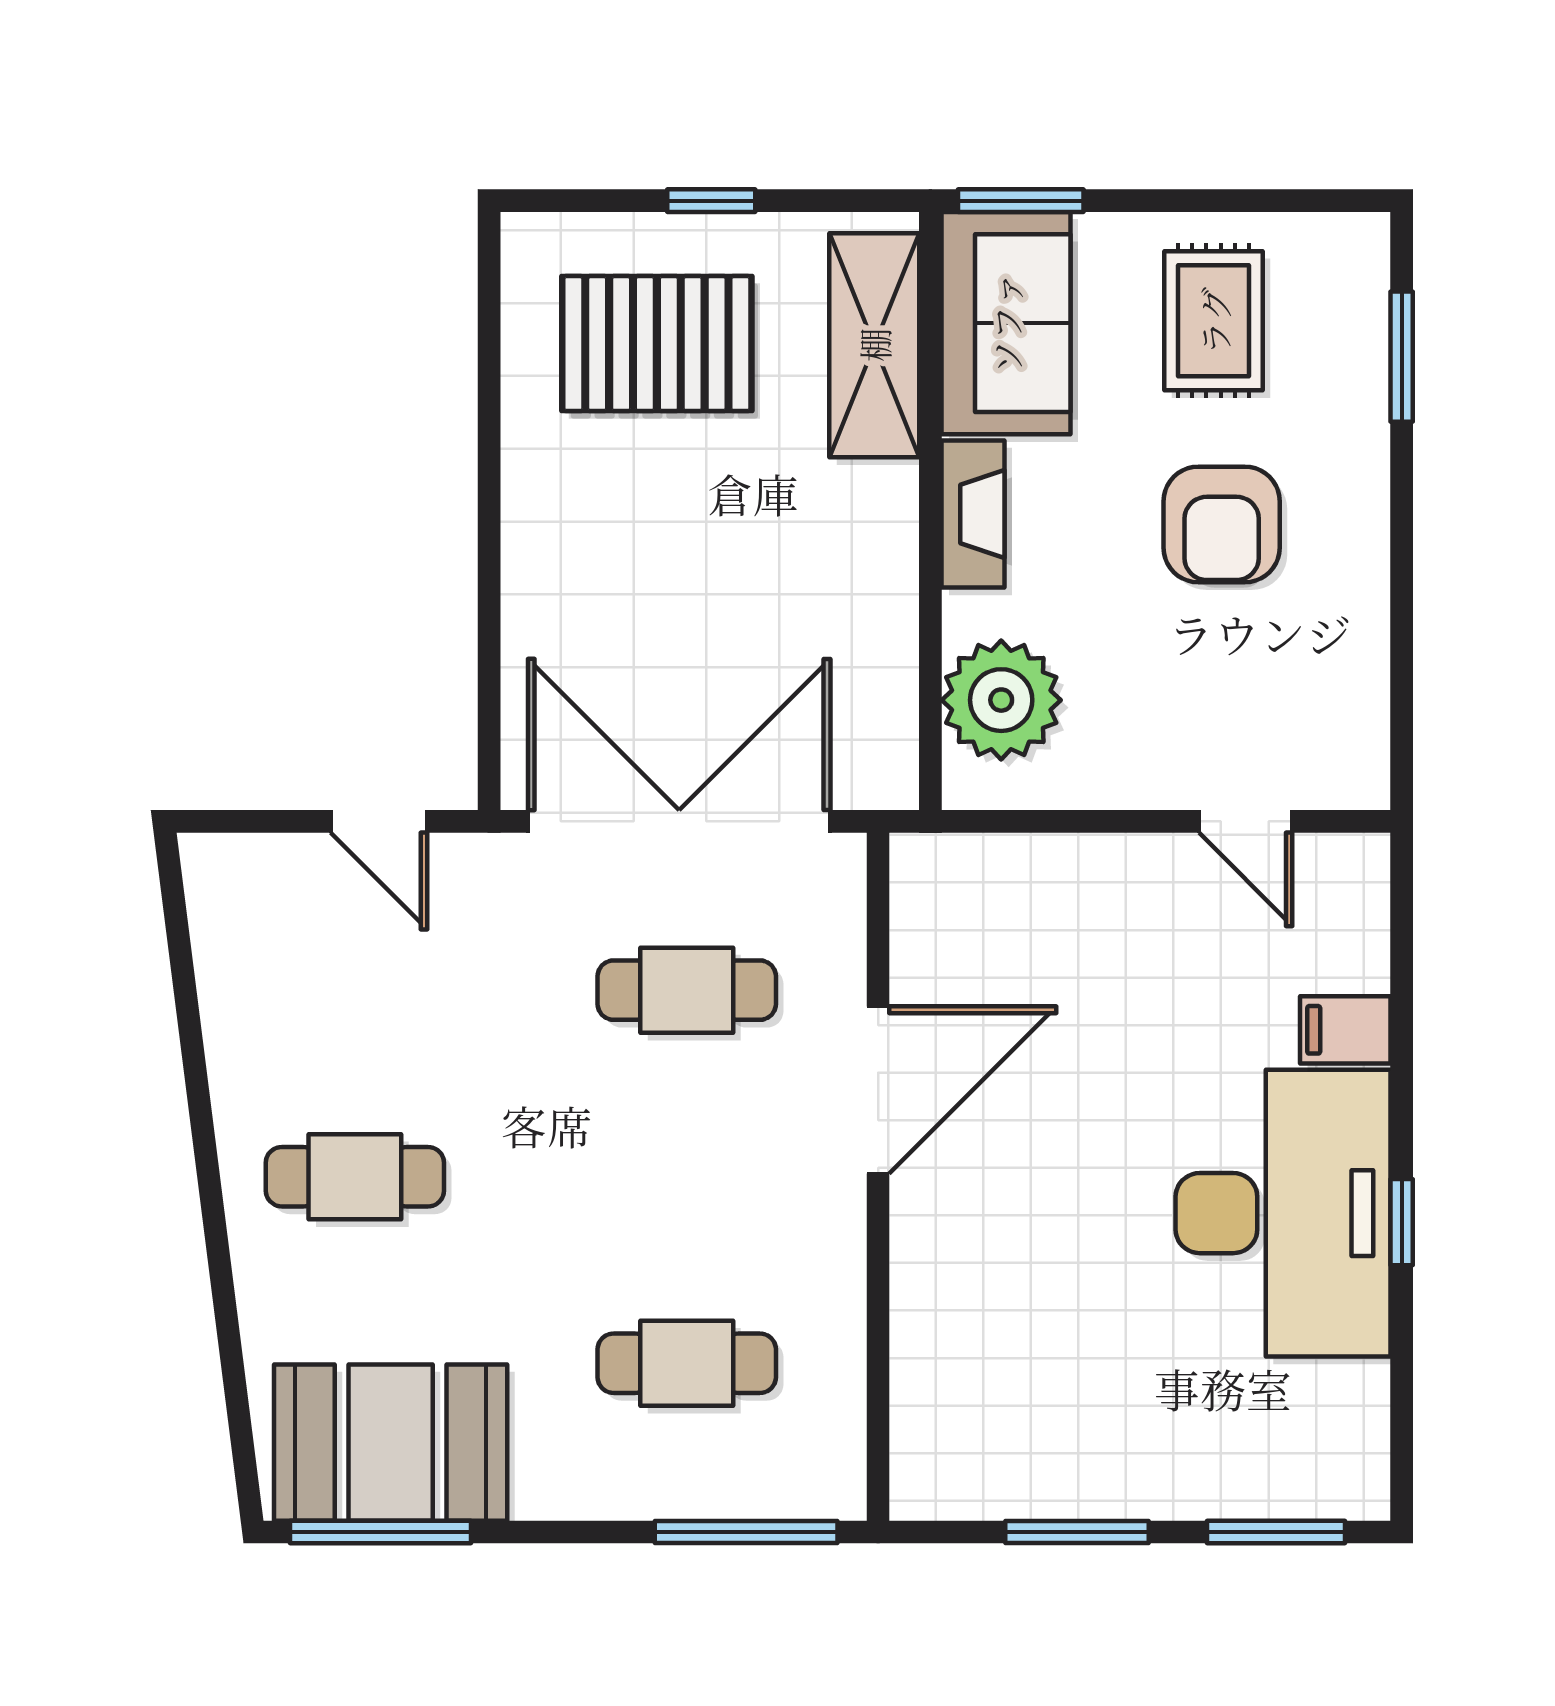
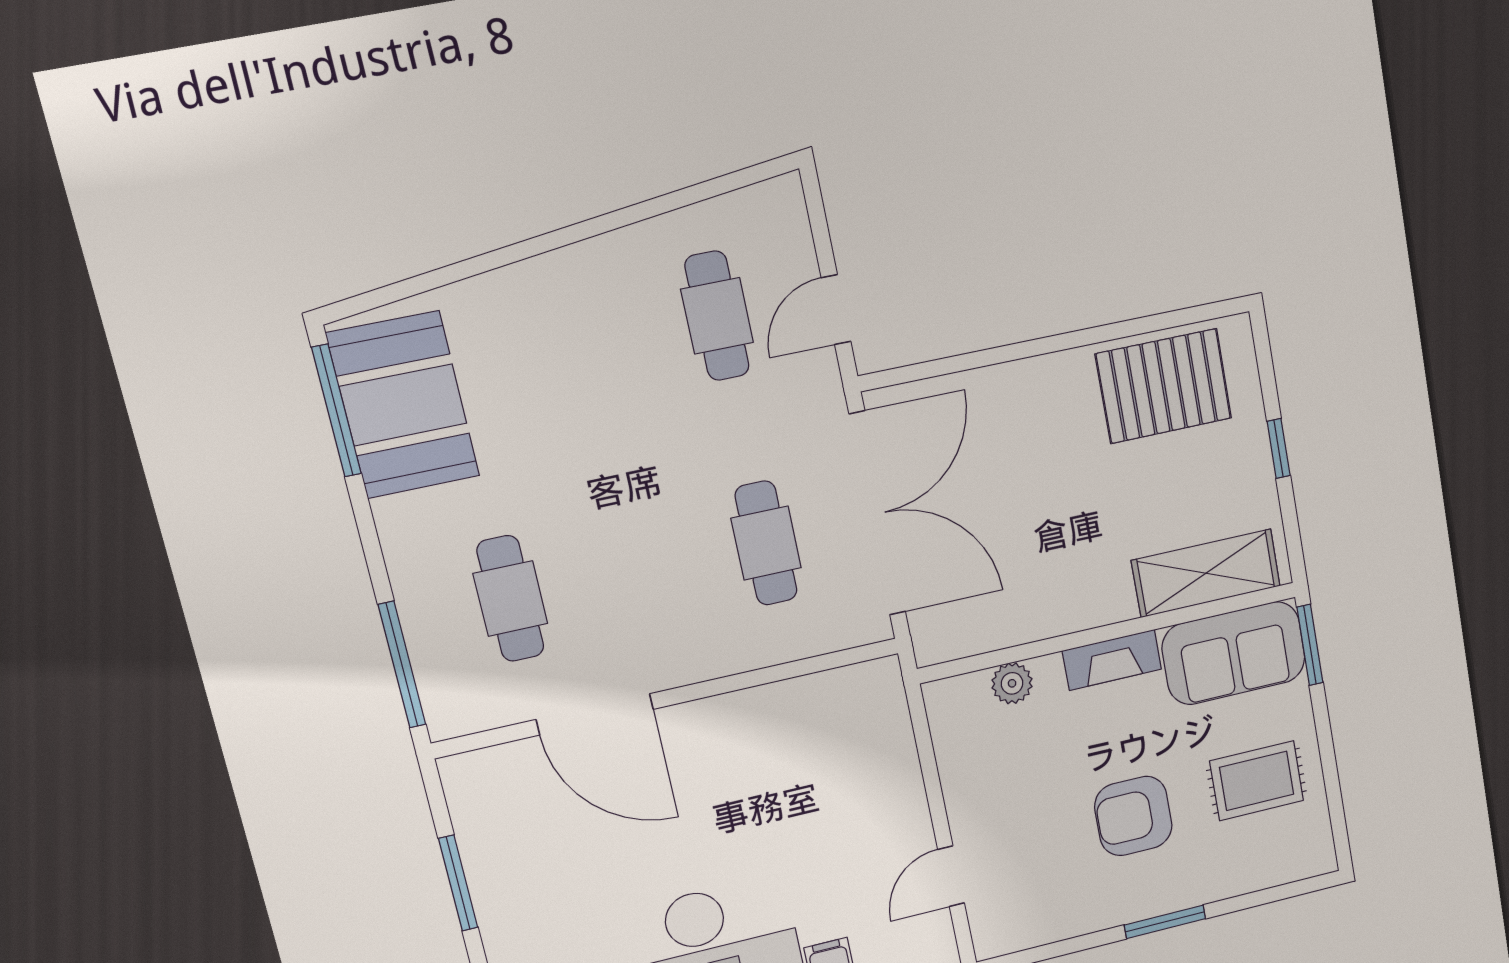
pallet: (657, 344) -> (1164, 386), moved, turned 90
window: (1402, 357) -> (1165, 922), moved
plant: (1001, 700) -> (1012, 683), width x0.53, depth x0.53
door: (878, 1090) -> (595, 714), moved
cafe table: (355, 1177) -> (717, 316), moved

